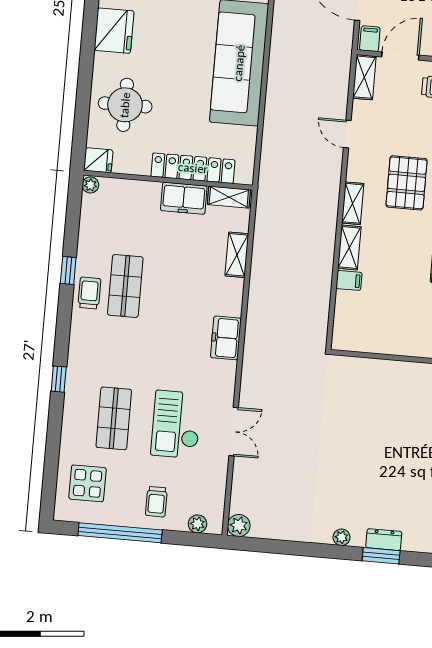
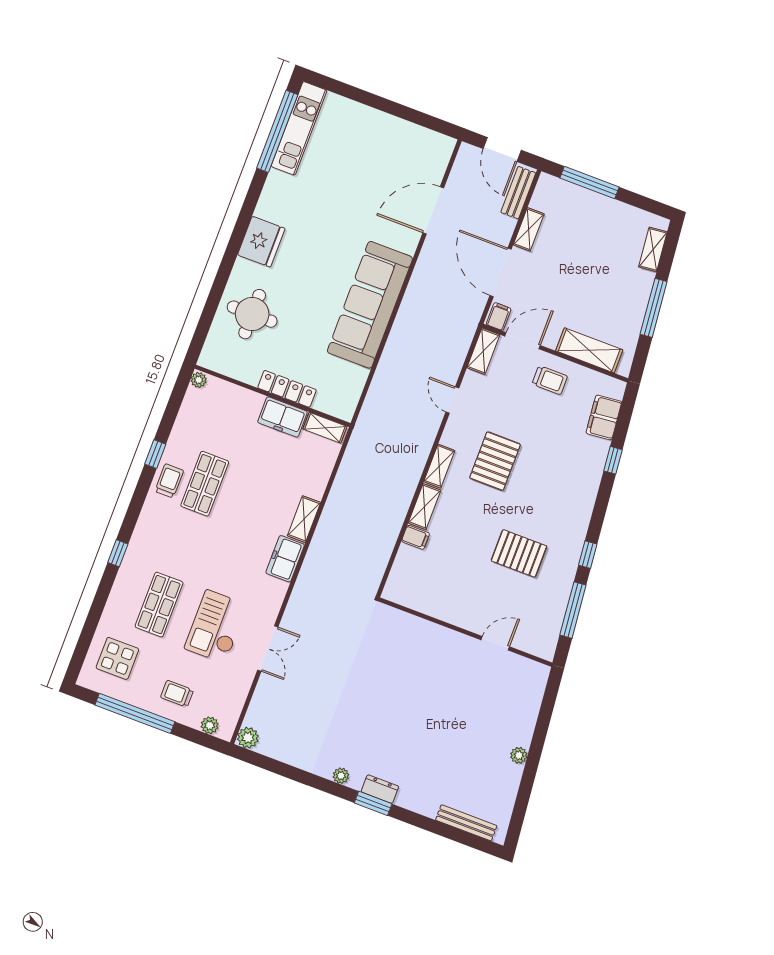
fridge: (98, 160) -> (212, 359), removed
locker: (193, 168) -> (287, 389), width x0.71, depth x0.83
shelving: (237, 255) -> (304, 519), moved
trolley: (156, 502) -> (177, 694), turned 90

